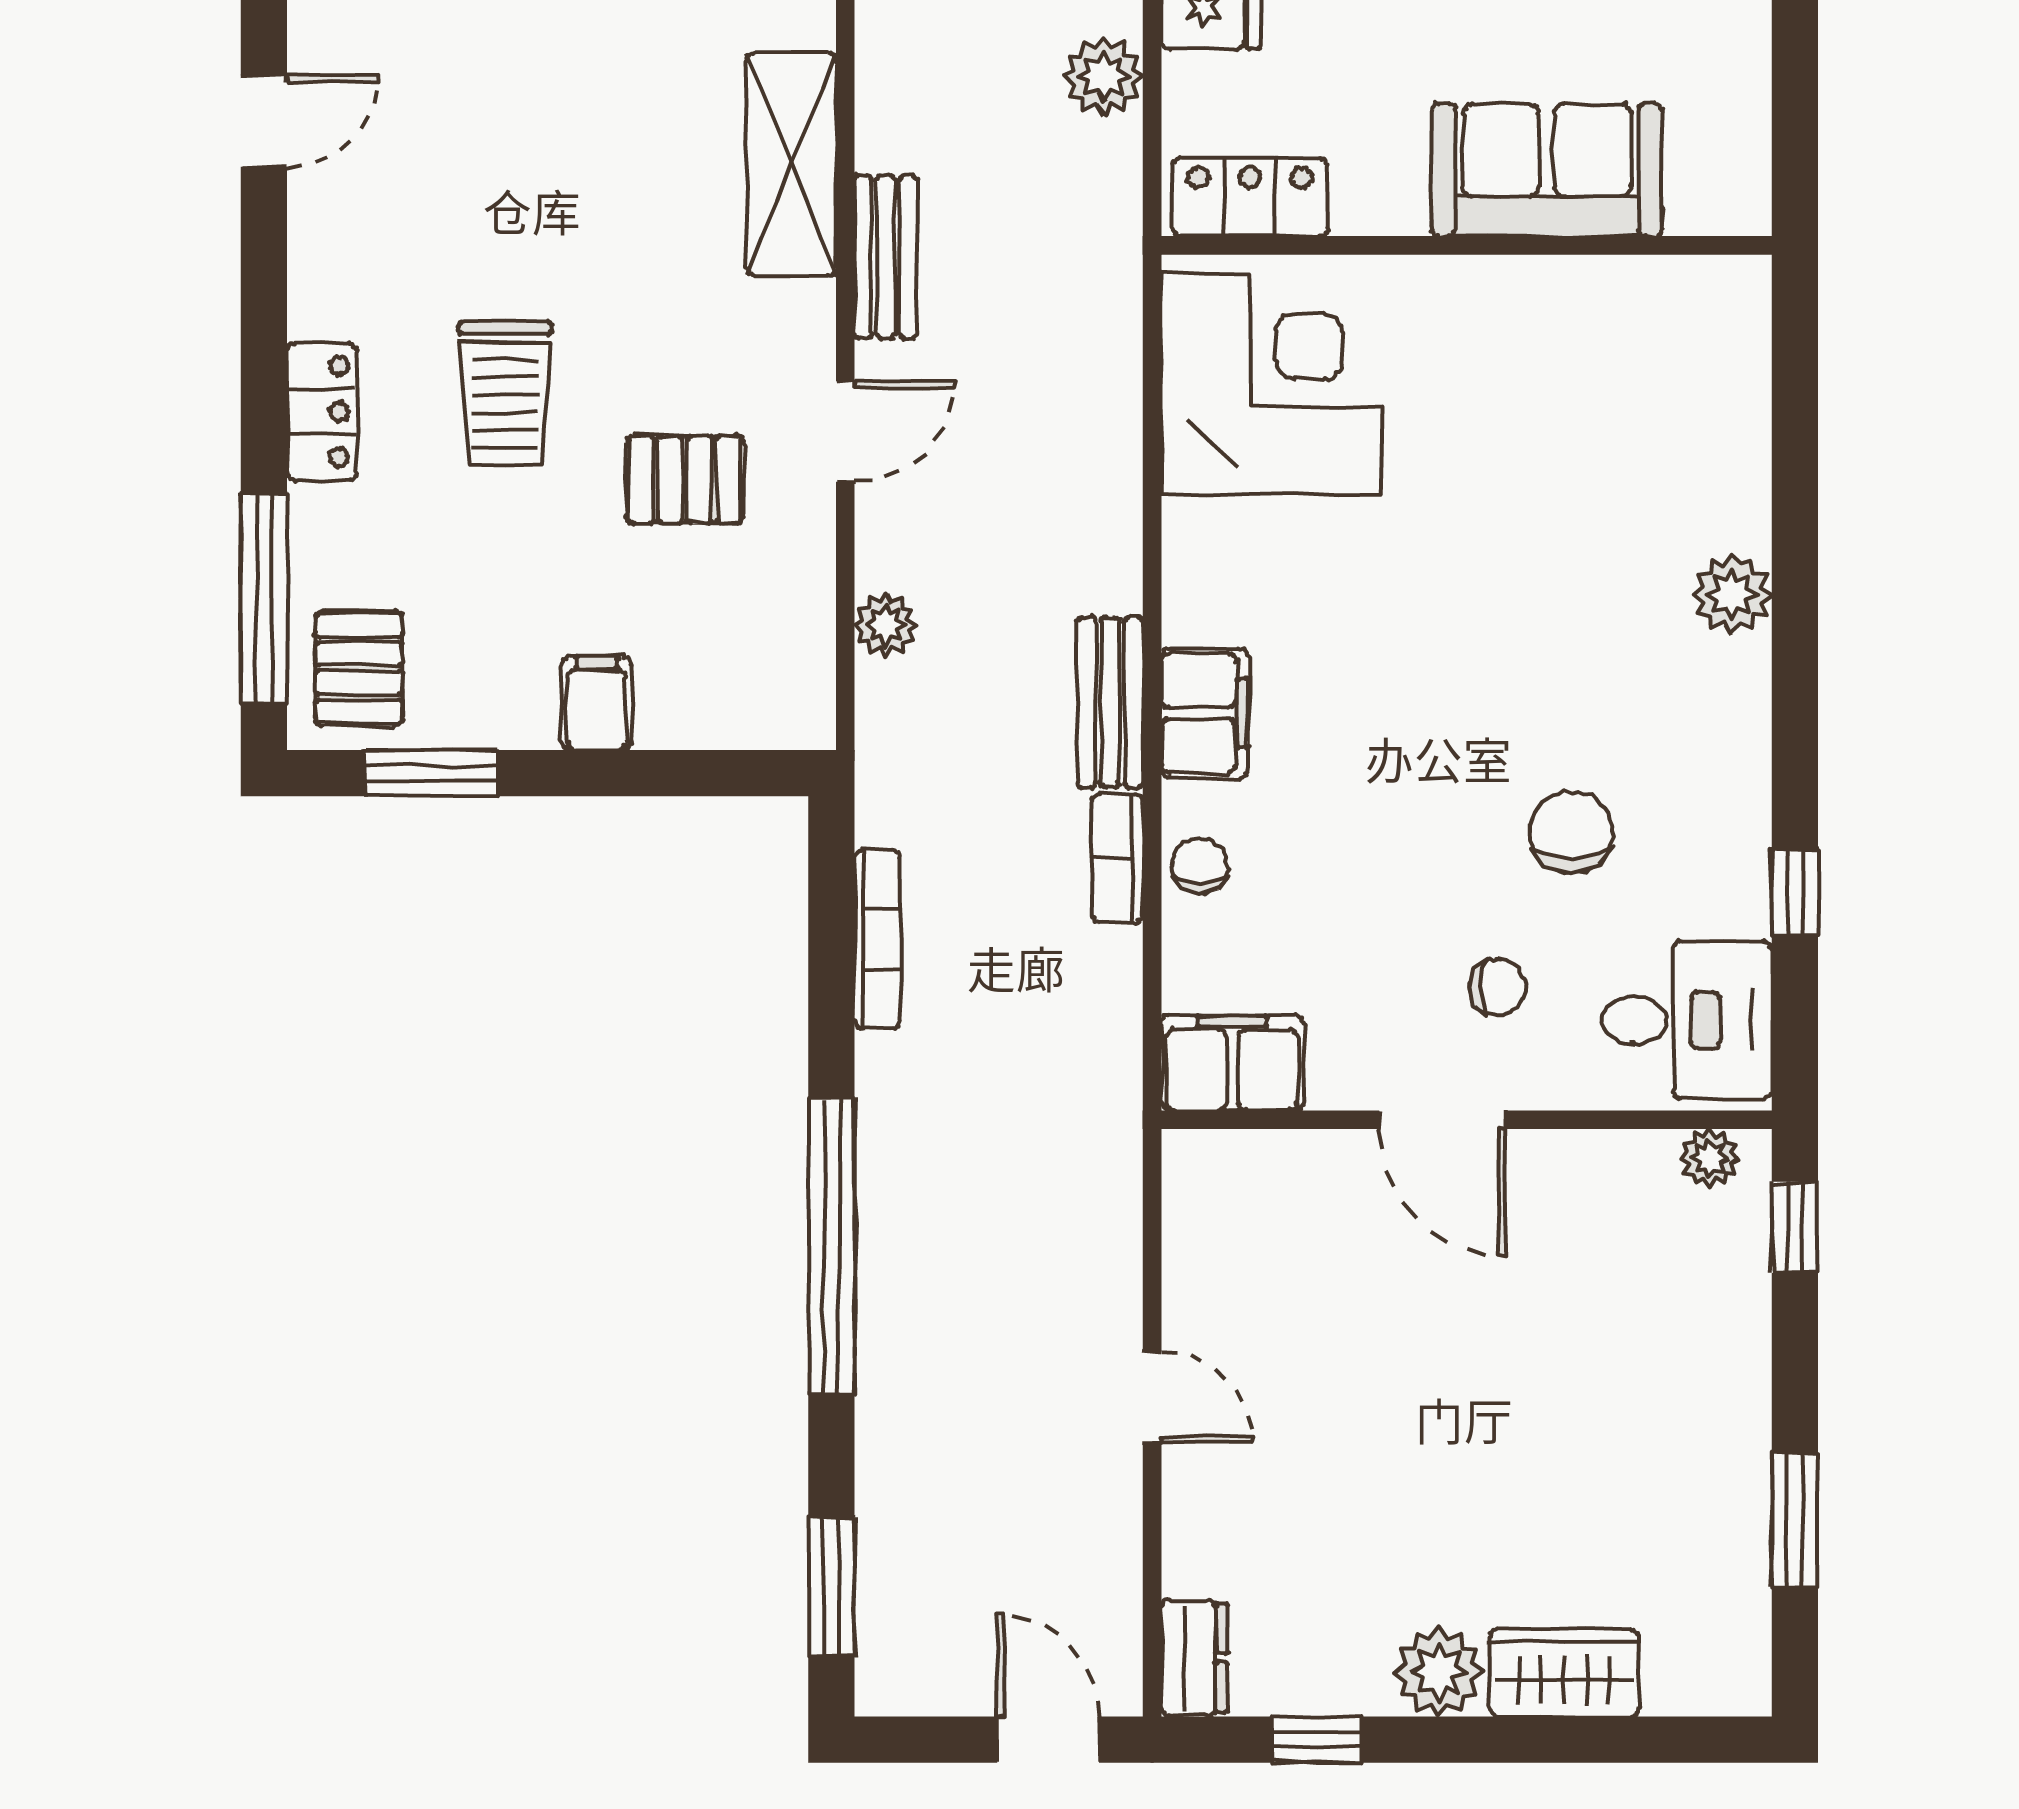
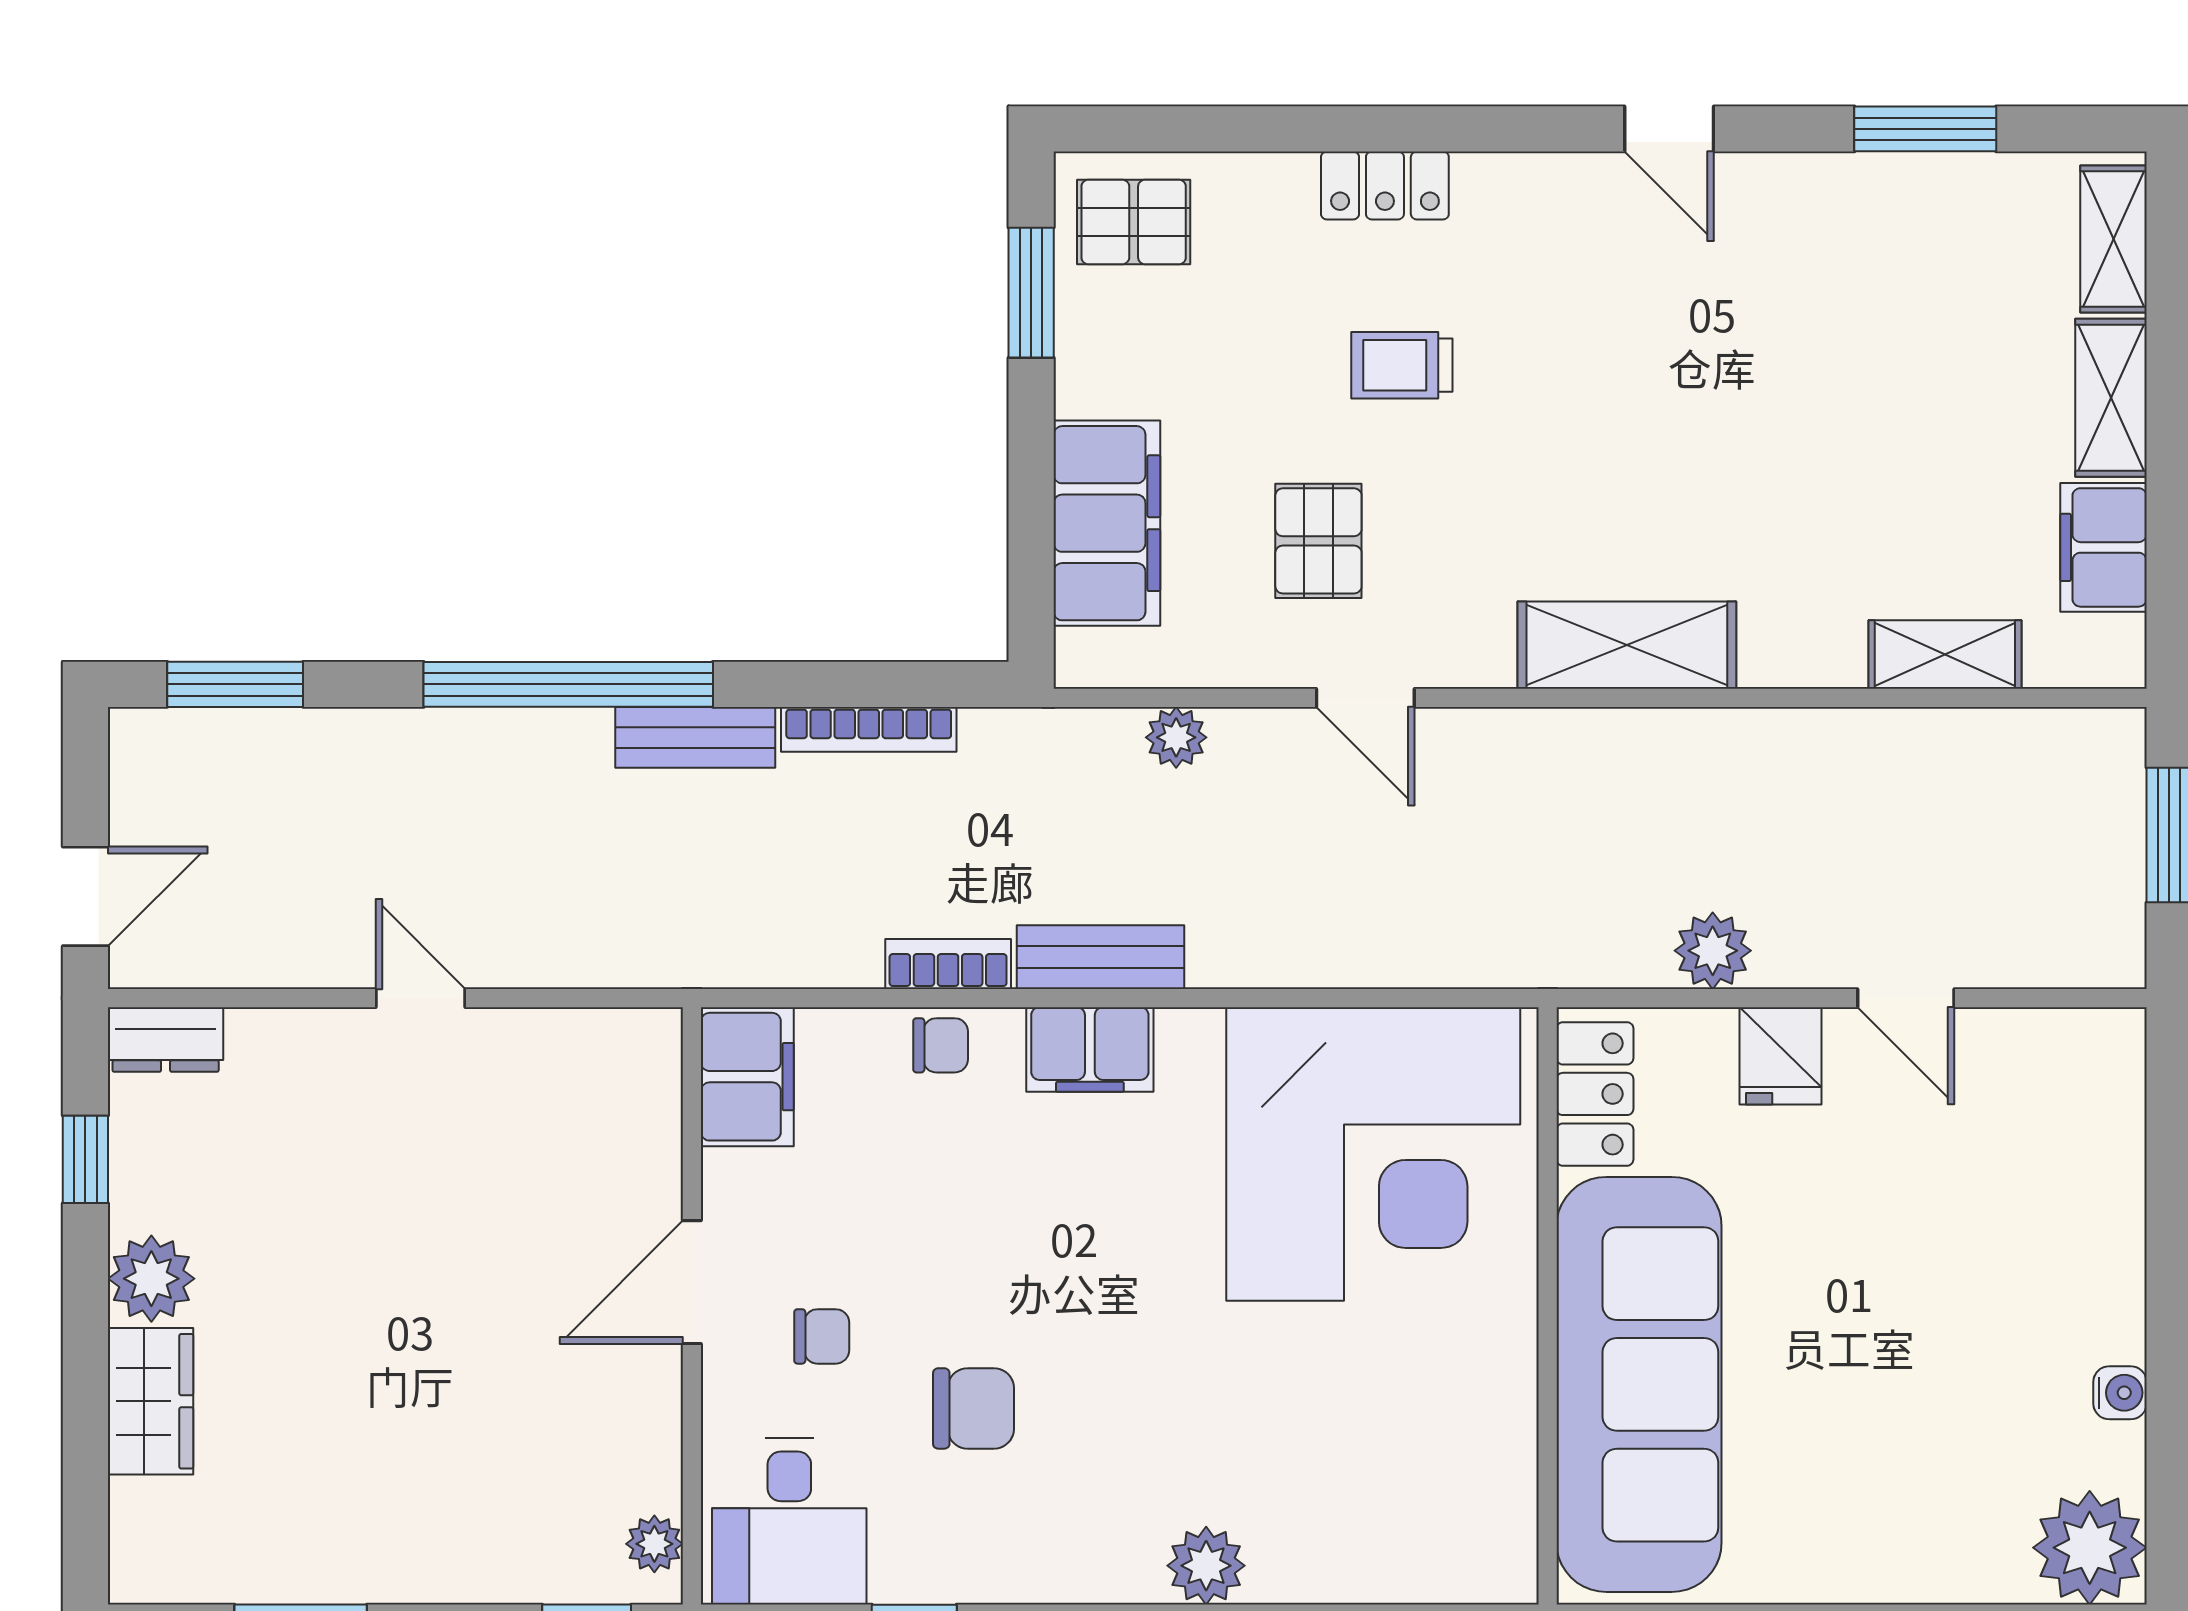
sofa: (1547, 170) -> (1639, 1384), width x1.85, depth x1.27
bench: (886, 257) -> (695, 737), moved
corner desk: (1272, 384) -> (1373, 1154), width x1.36, depth x1.36
trolley: (505, 394) -> (1402, 365), width x0.73, depth x0.72
window: (264, 599) -> (1202, 129), removed
filing cabinet: (597, 703) -> (1107, 523), width x3.00, depth x1.17
chair: (1498, 987) -> (822, 1336), turned -90
door: (1152, 1397) -> (421, 998), swing flipped

